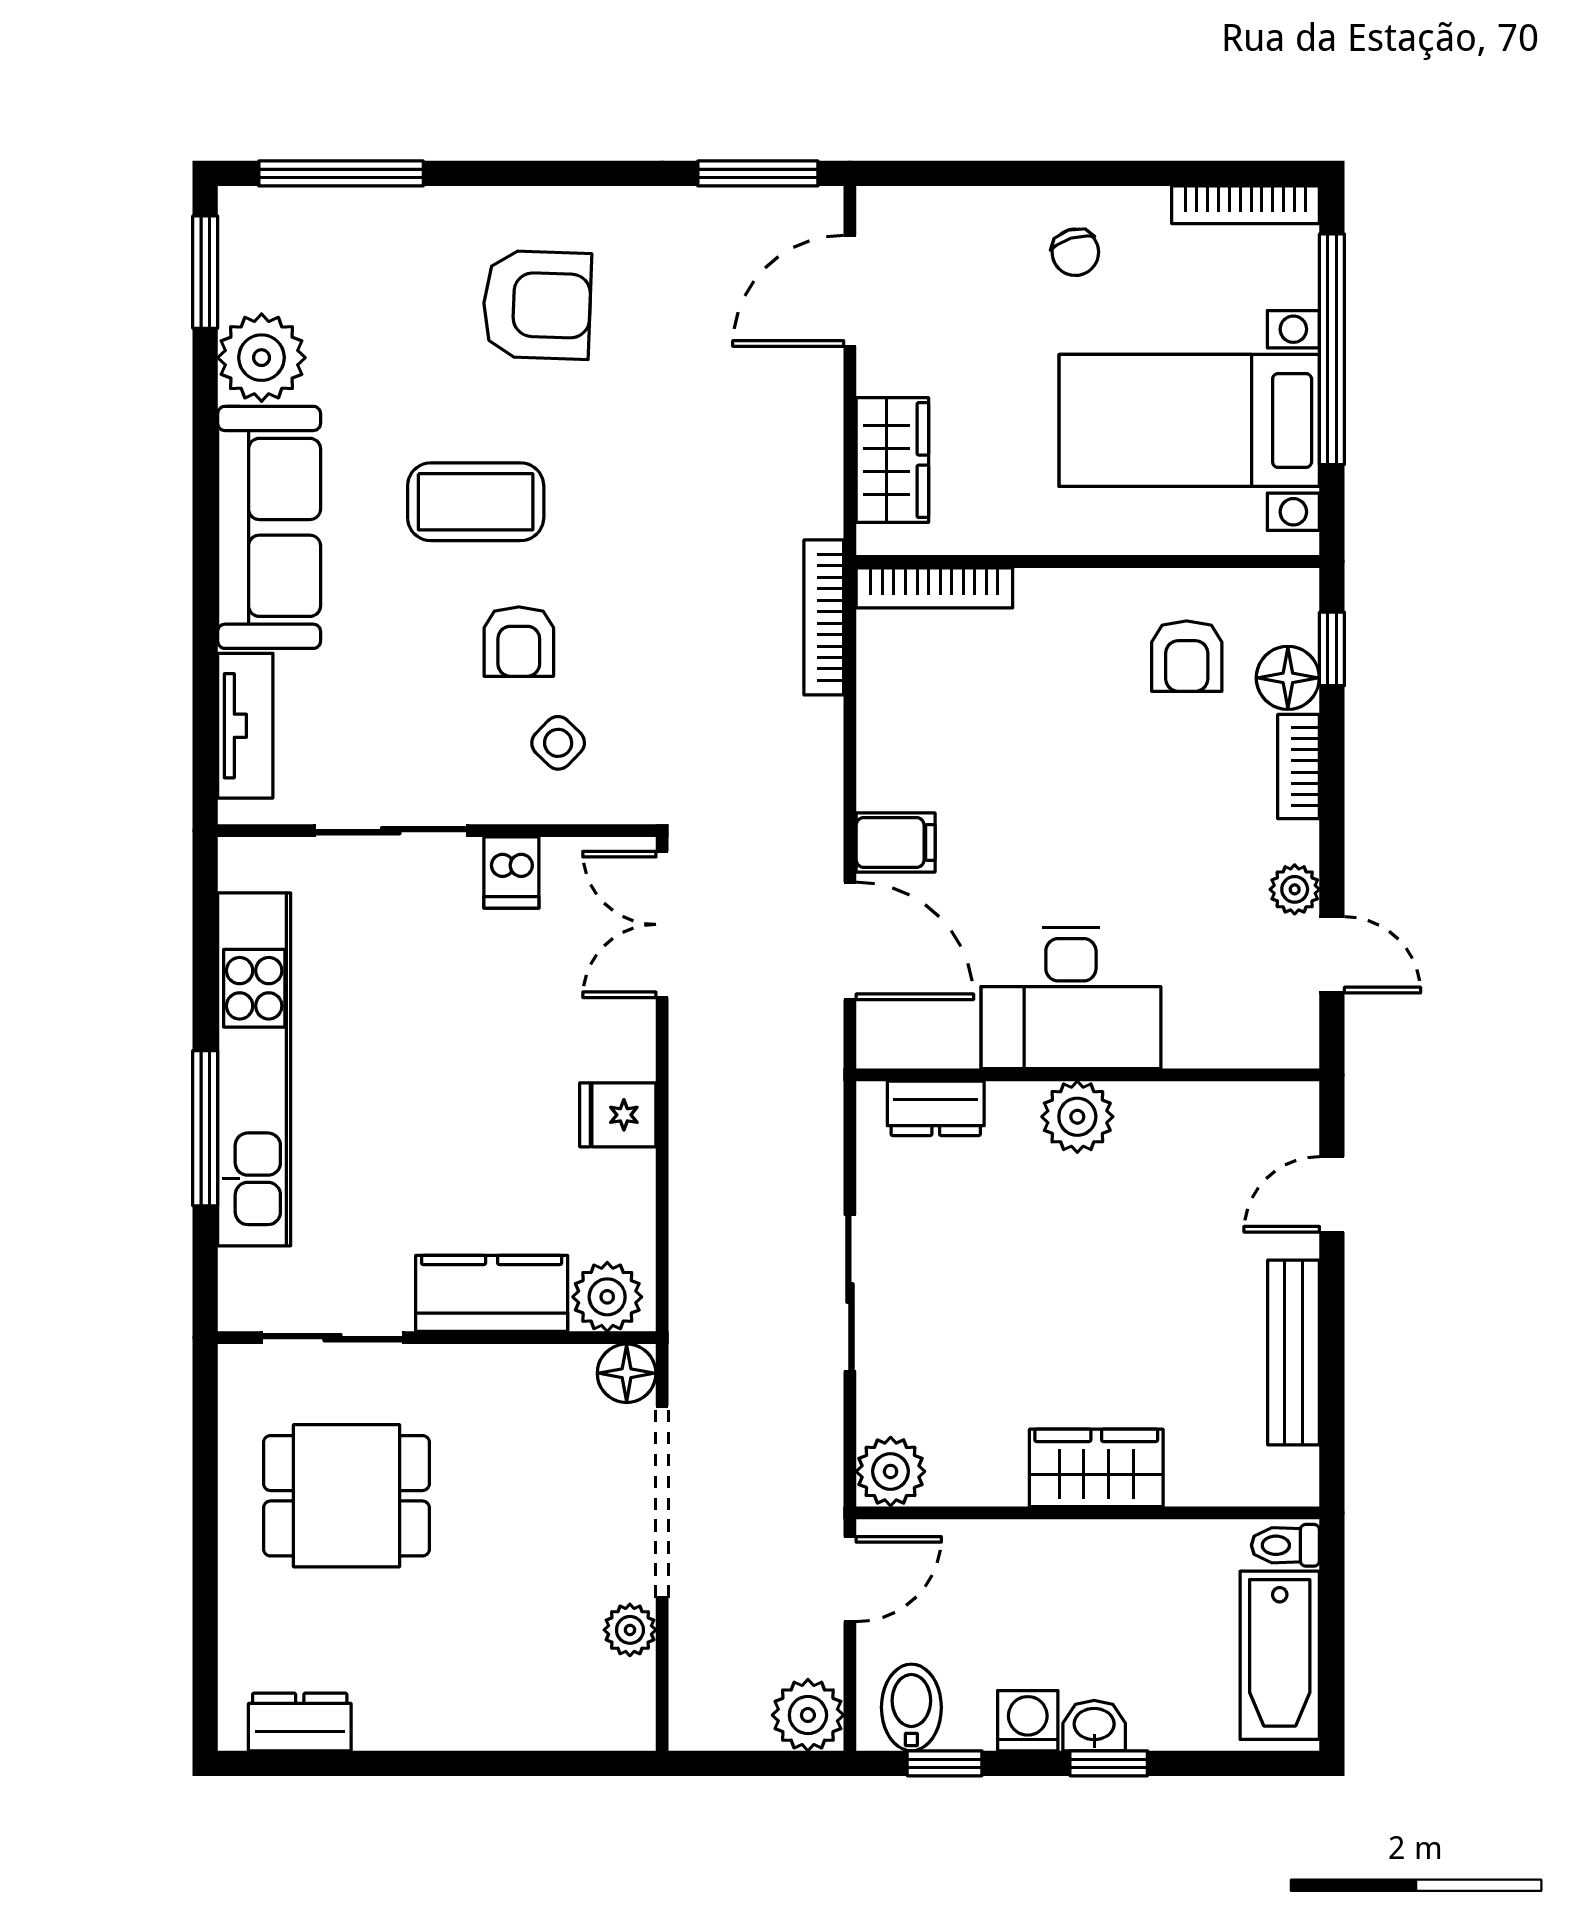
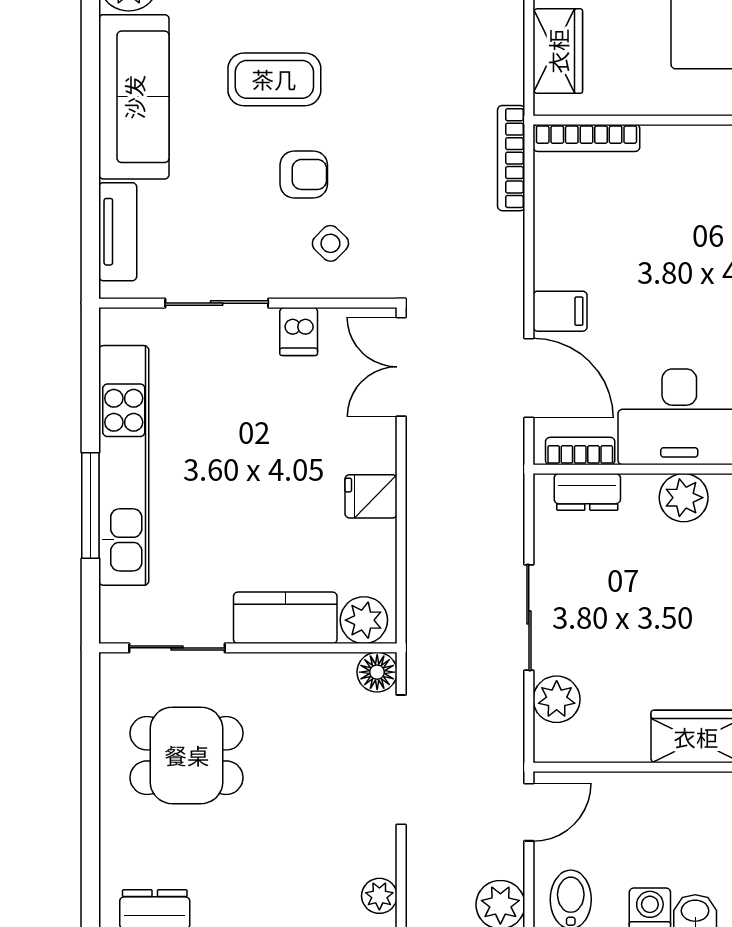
armchair: (519, 642) -> (304, 174), turned -90
bookcase: (925, 1048) -> (580, 451), added
plant: (891, 1471) -> (557, 699), moved
plant: (630, 1630) -> (379, 896), moved

